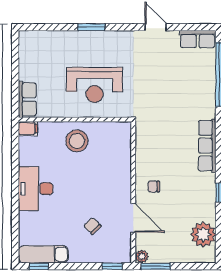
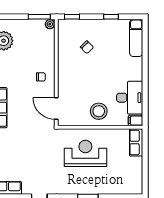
desk: (36, 189) -> (130, 98), moved
door: (133, 218) -> (56, 108), moved
exam couch: (43, 254) -> (136, 38), moved, turned 90
window: (39, 266) -> (111, 17), moved

